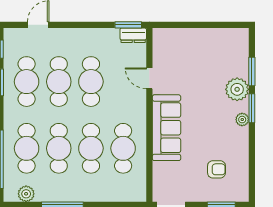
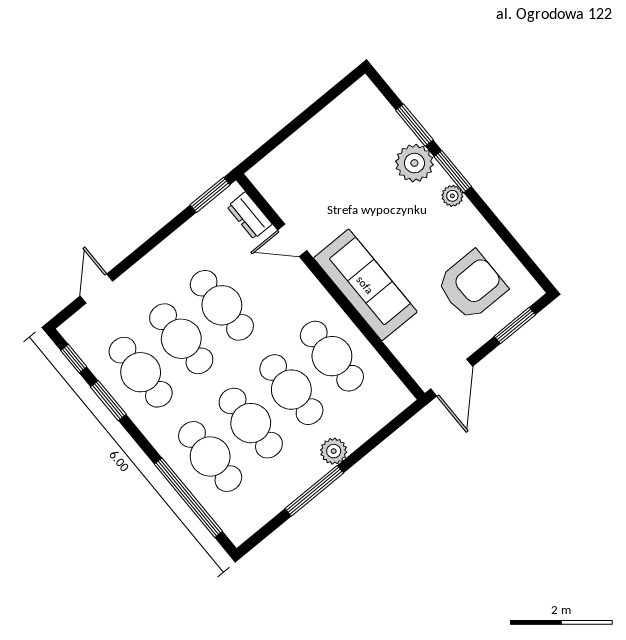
dresser: (133, 35) -> (250, 215), moved, turned 90
armchair: (216, 169) -> (472, 285), width x1.88, depth x1.88
plant: (26, 194) -> (334, 451), moved

